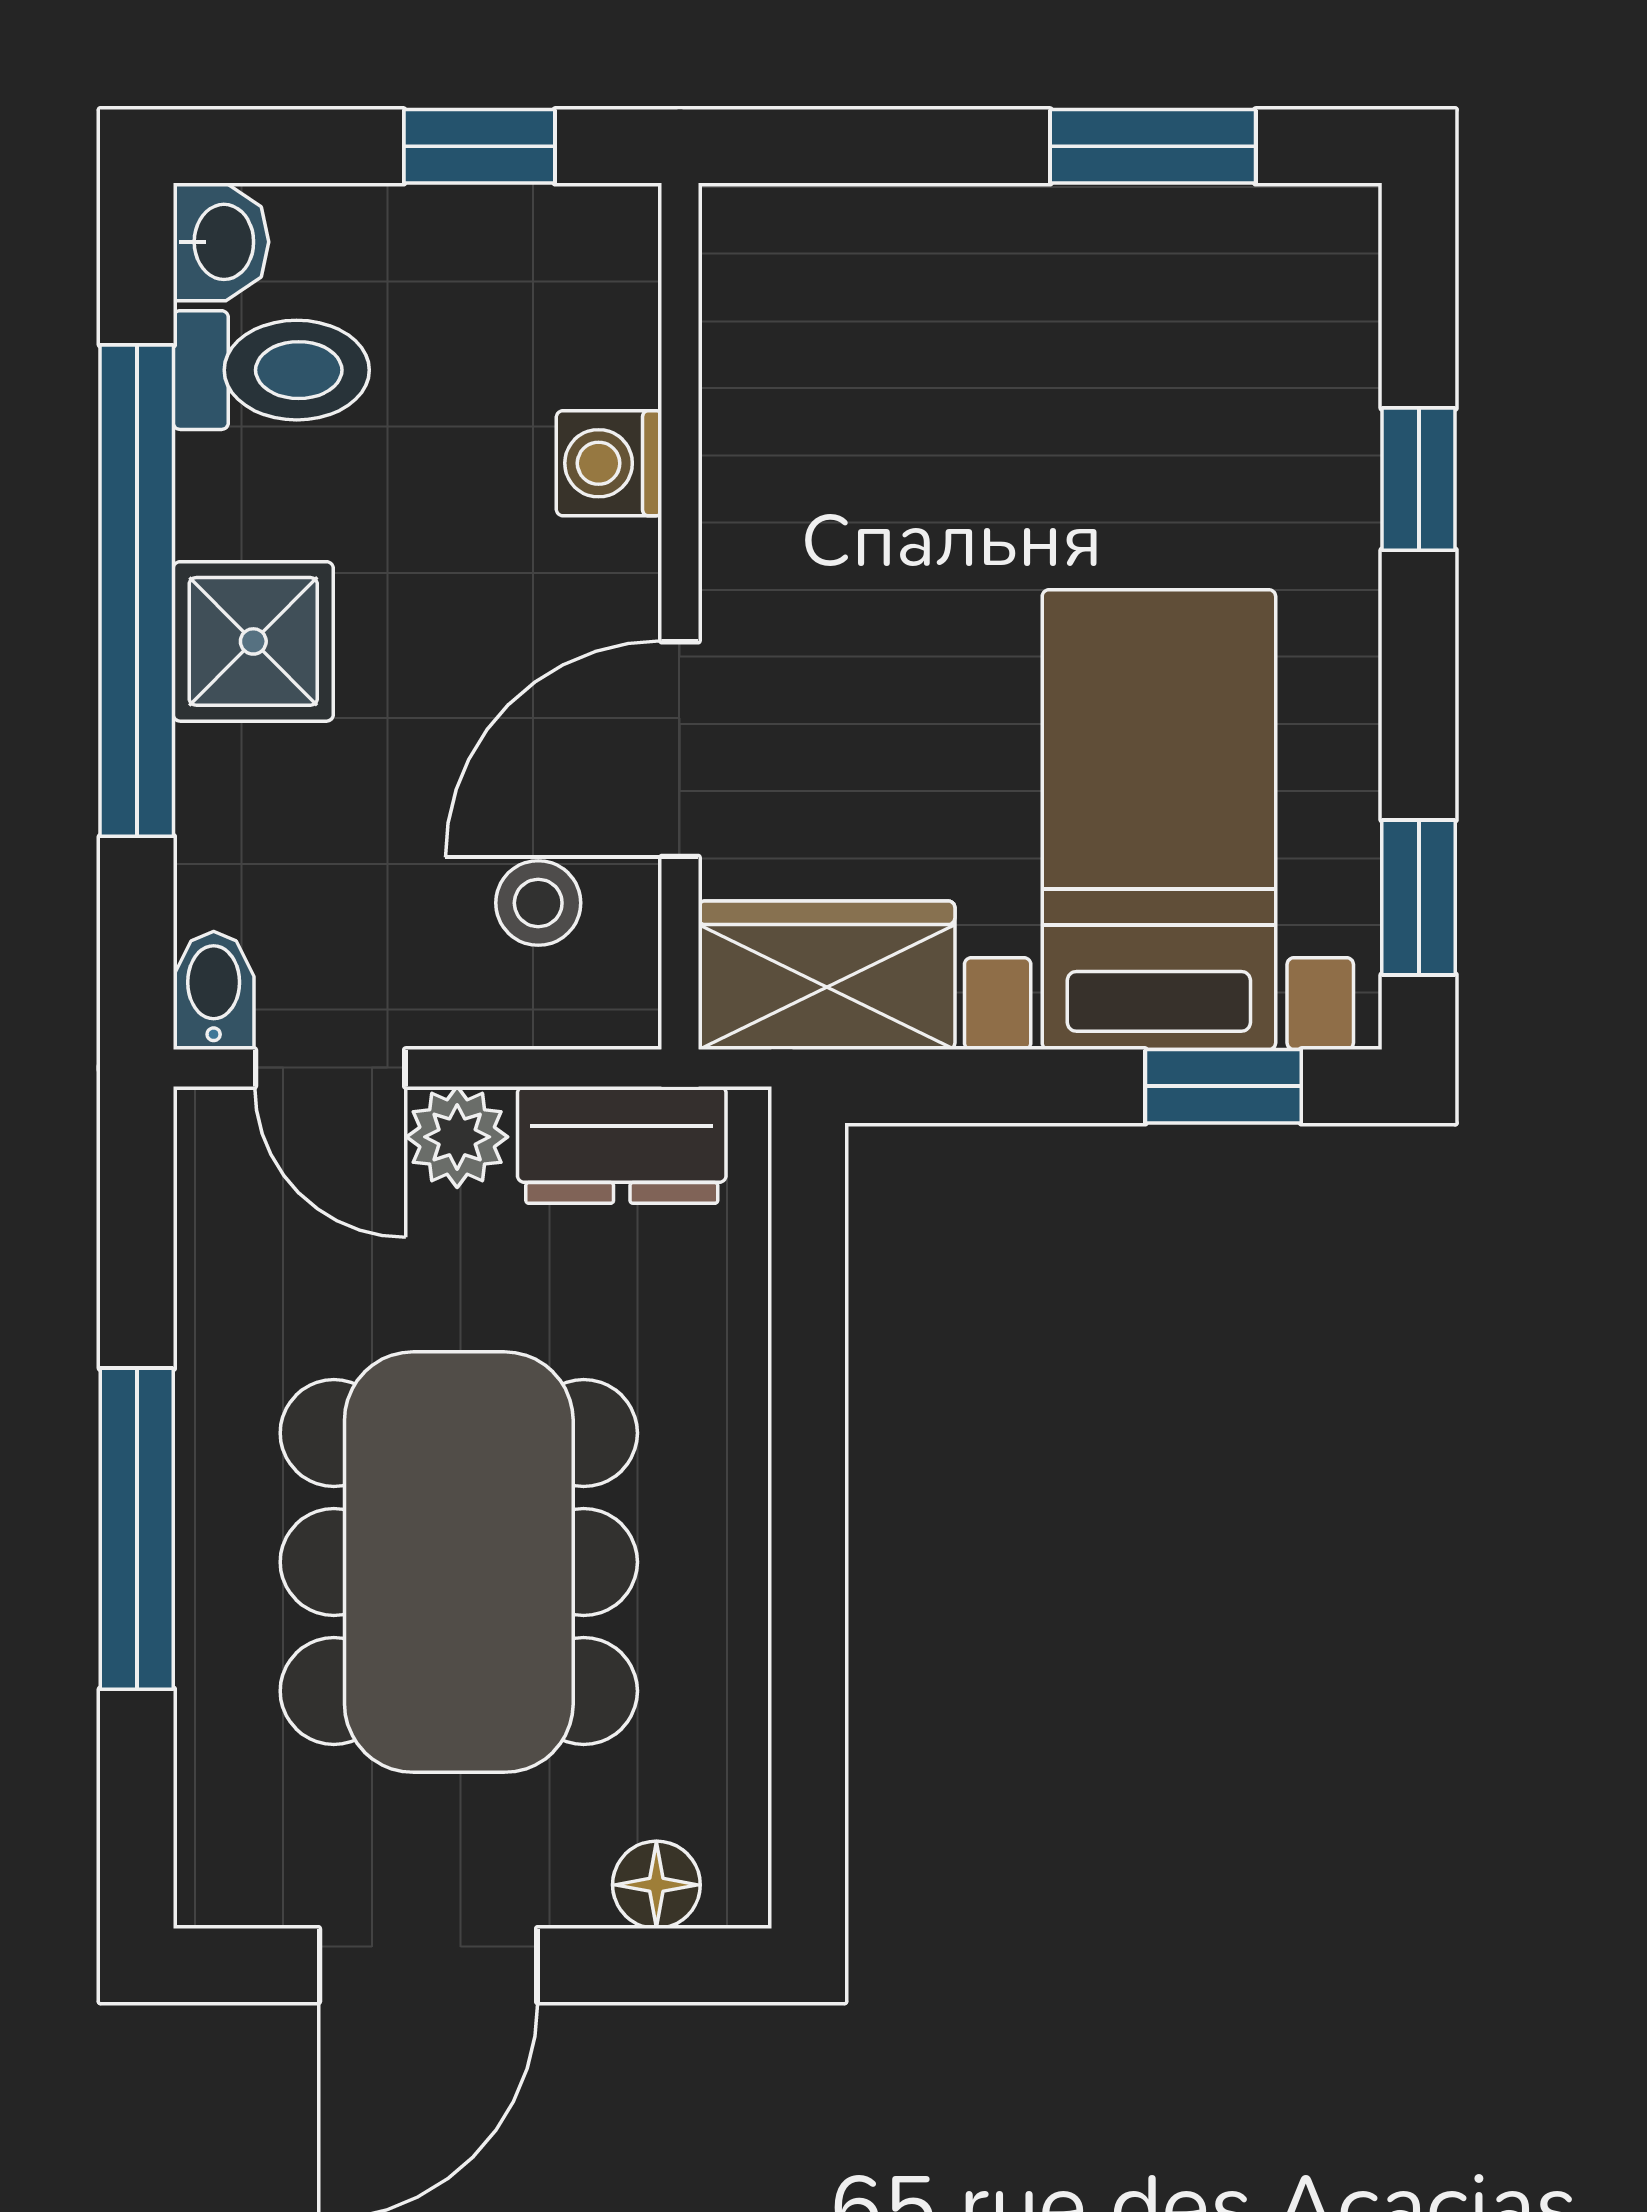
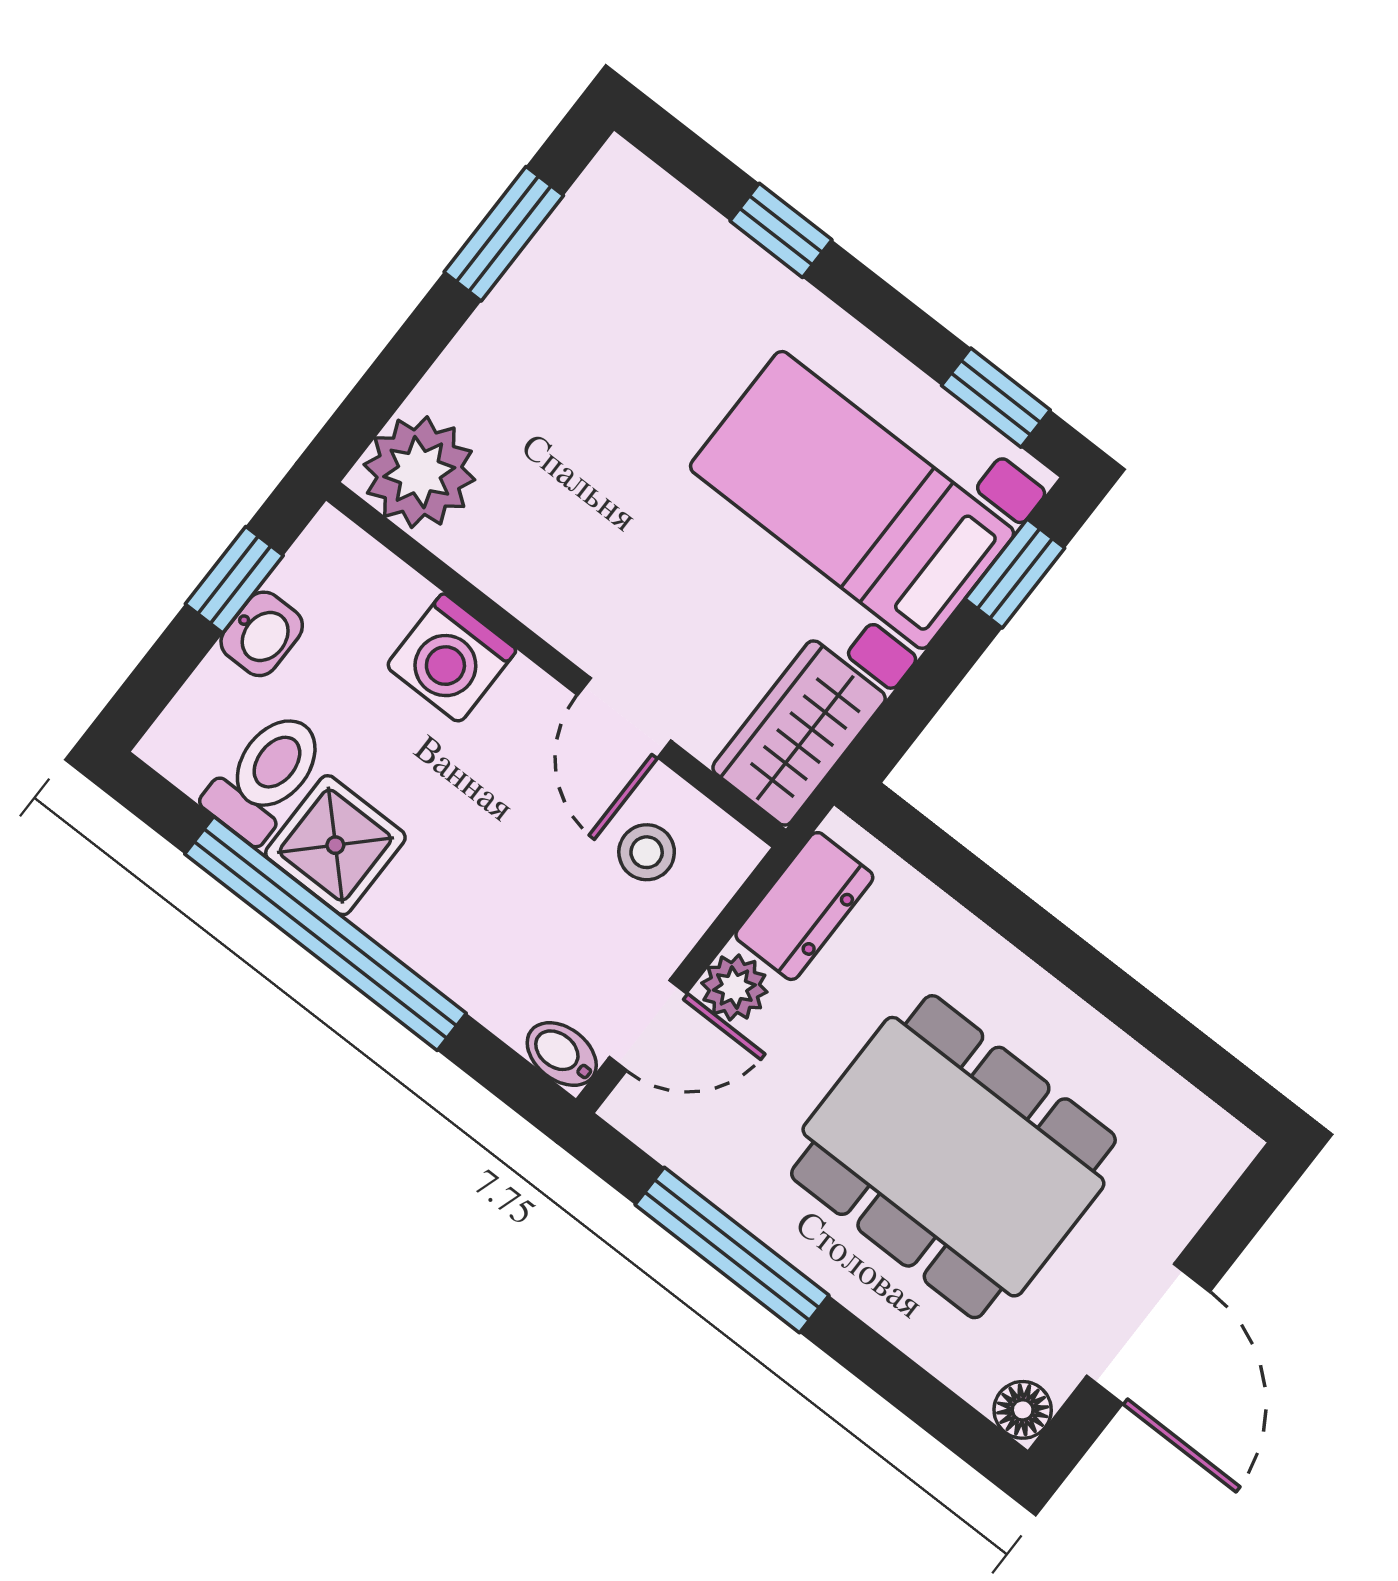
washbasin: (221, 242) -> (262, 634), moved, turned 90
plant: (784, 269) -> (419, 472), added
washing machine: (609, 463) -> (451, 658), width x1.38, depth x1.38
shower: (253, 641) -> (335, 845), moved
door: (680, 749) -> (624, 718), width x0.73
window: (137, 1529) -> (732, 1250), moved
floor lamp: (656, 1885) -> (1023, 1410), moved

